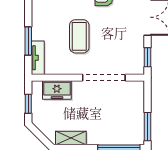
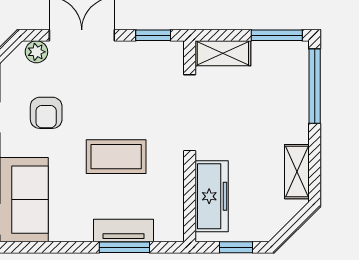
tv unit: (38, 58) -> (123, 230), moved
freezer: (57, 90) -> (212, 196), width x1.40
shelving: (137, 96) -> (223, 53), added

